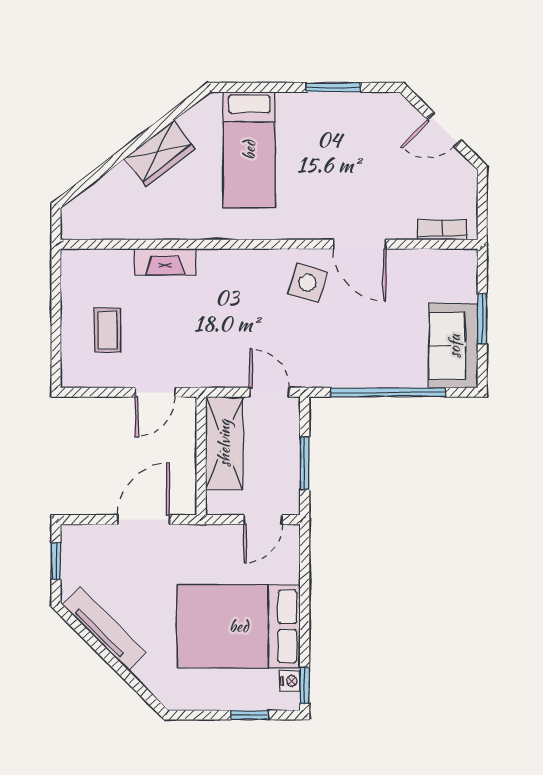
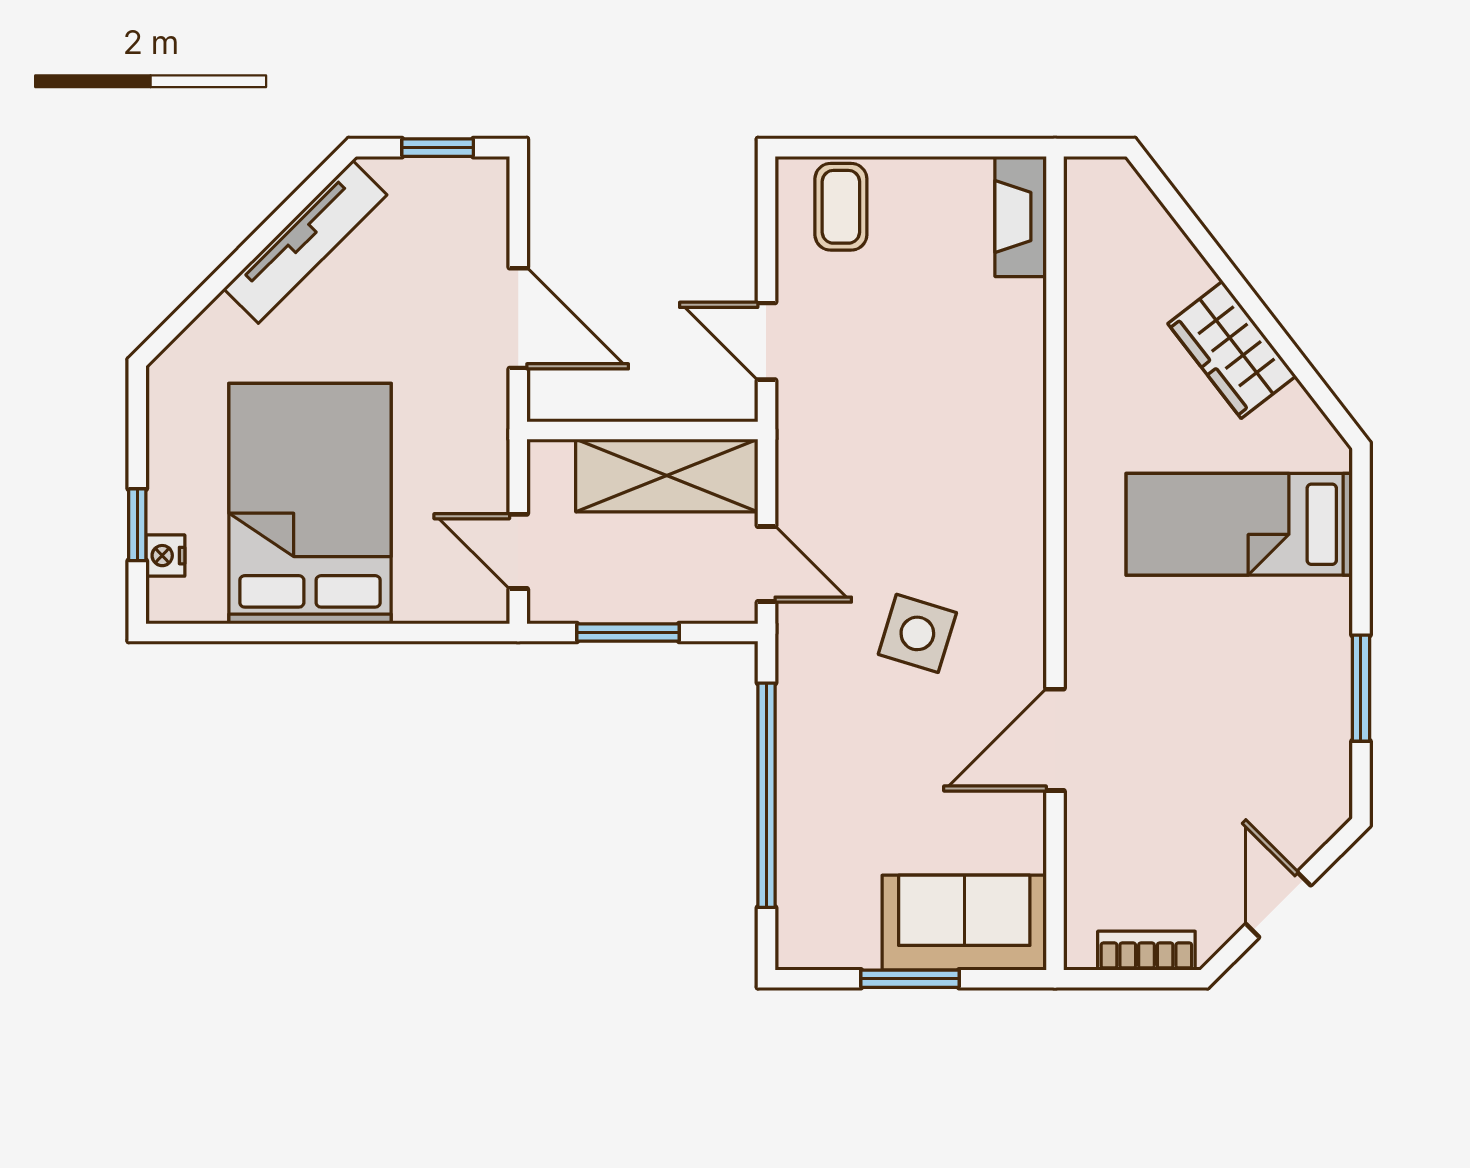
bookcase: (442, 230) -> (1146, 951), moved, turned -90
fireplace: (165, 262) -> (1021, 216), moved
side table: (308, 283) -> (917, 633), moved
coffee table: (107, 330) -> (841, 207), moved, turned 90
sofa: (454, 346) -> (964, 923), moved
door: (270, 392) -> (766, 564), hinge flipped
nightstand: (290, 681) -> (165, 556), moved, turned 90
window: (305, 685) -> (195, 633), removed

